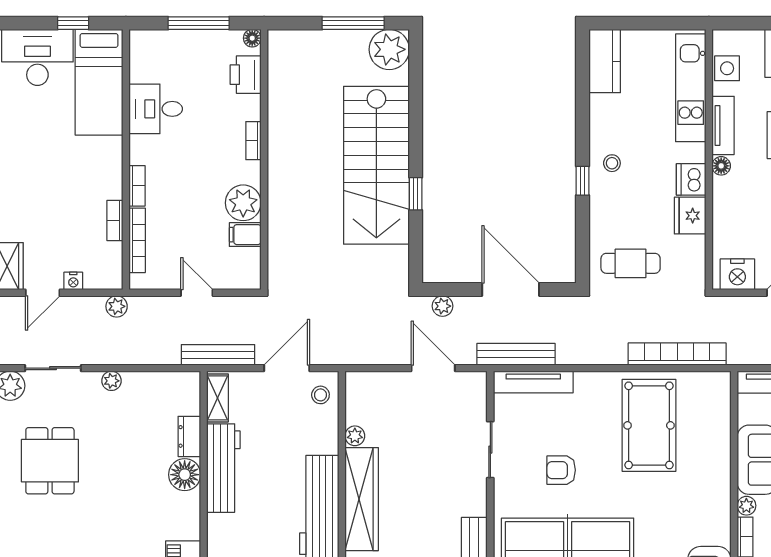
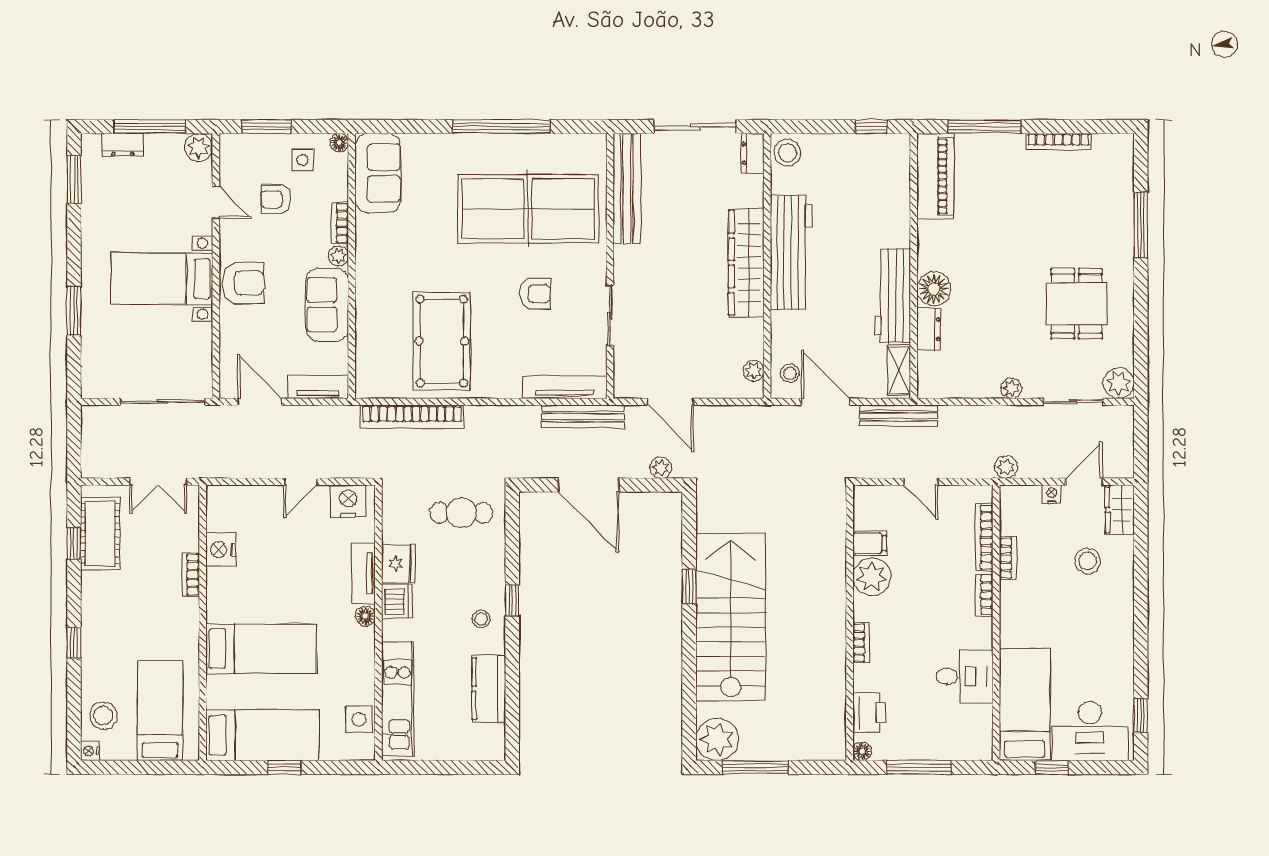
kitchen counter: (605, 61) -> (489, 689), moved
tv unit: (723, 125) -> (363, 573), moved
stool: (40, 218) -> (1088, 561), added
door: (287, 368) -> (826, 402), swing flipped
plant: (355, 436) -> (753, 371), moved

